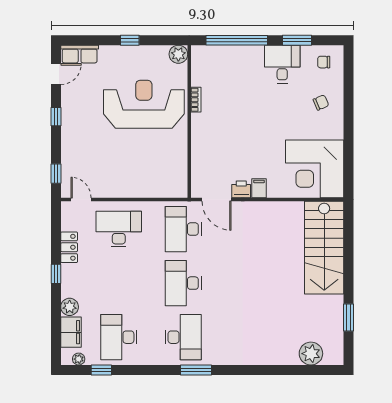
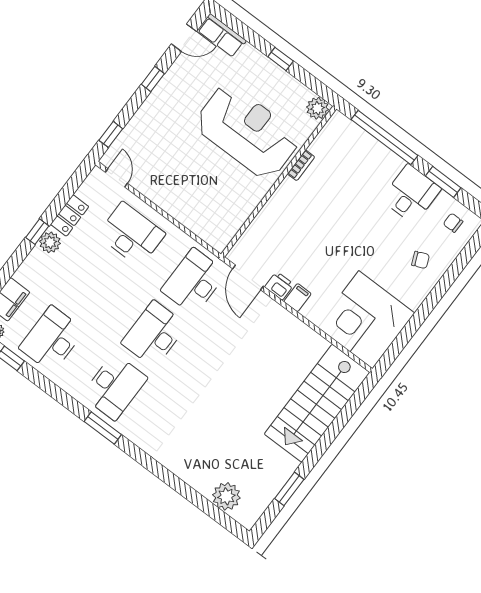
plant: (70, 307) -> (50, 242), moved

